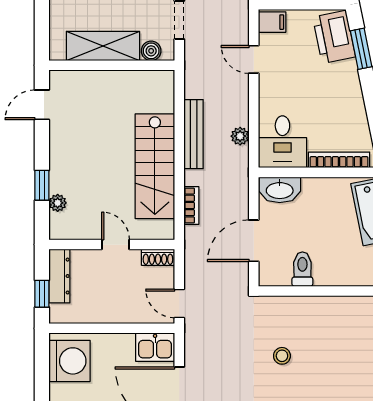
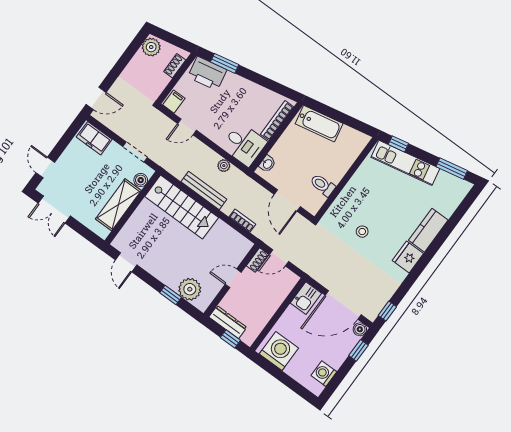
stairs: (155, 166) -> (182, 207), moved
washbasin: (280, 190) -> (267, 164), width x0.52, depth x0.69
plant: (58, 203) -> (190, 289), width x1.88, depth x1.88
door: (179, 303) -> (279, 258), moved

